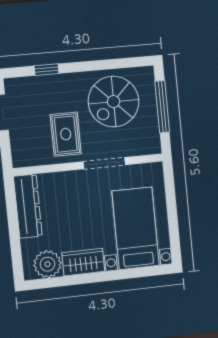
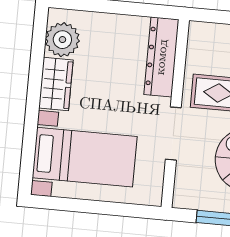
dresser: (28, 206) -> (161, 57), moved, turned 90

